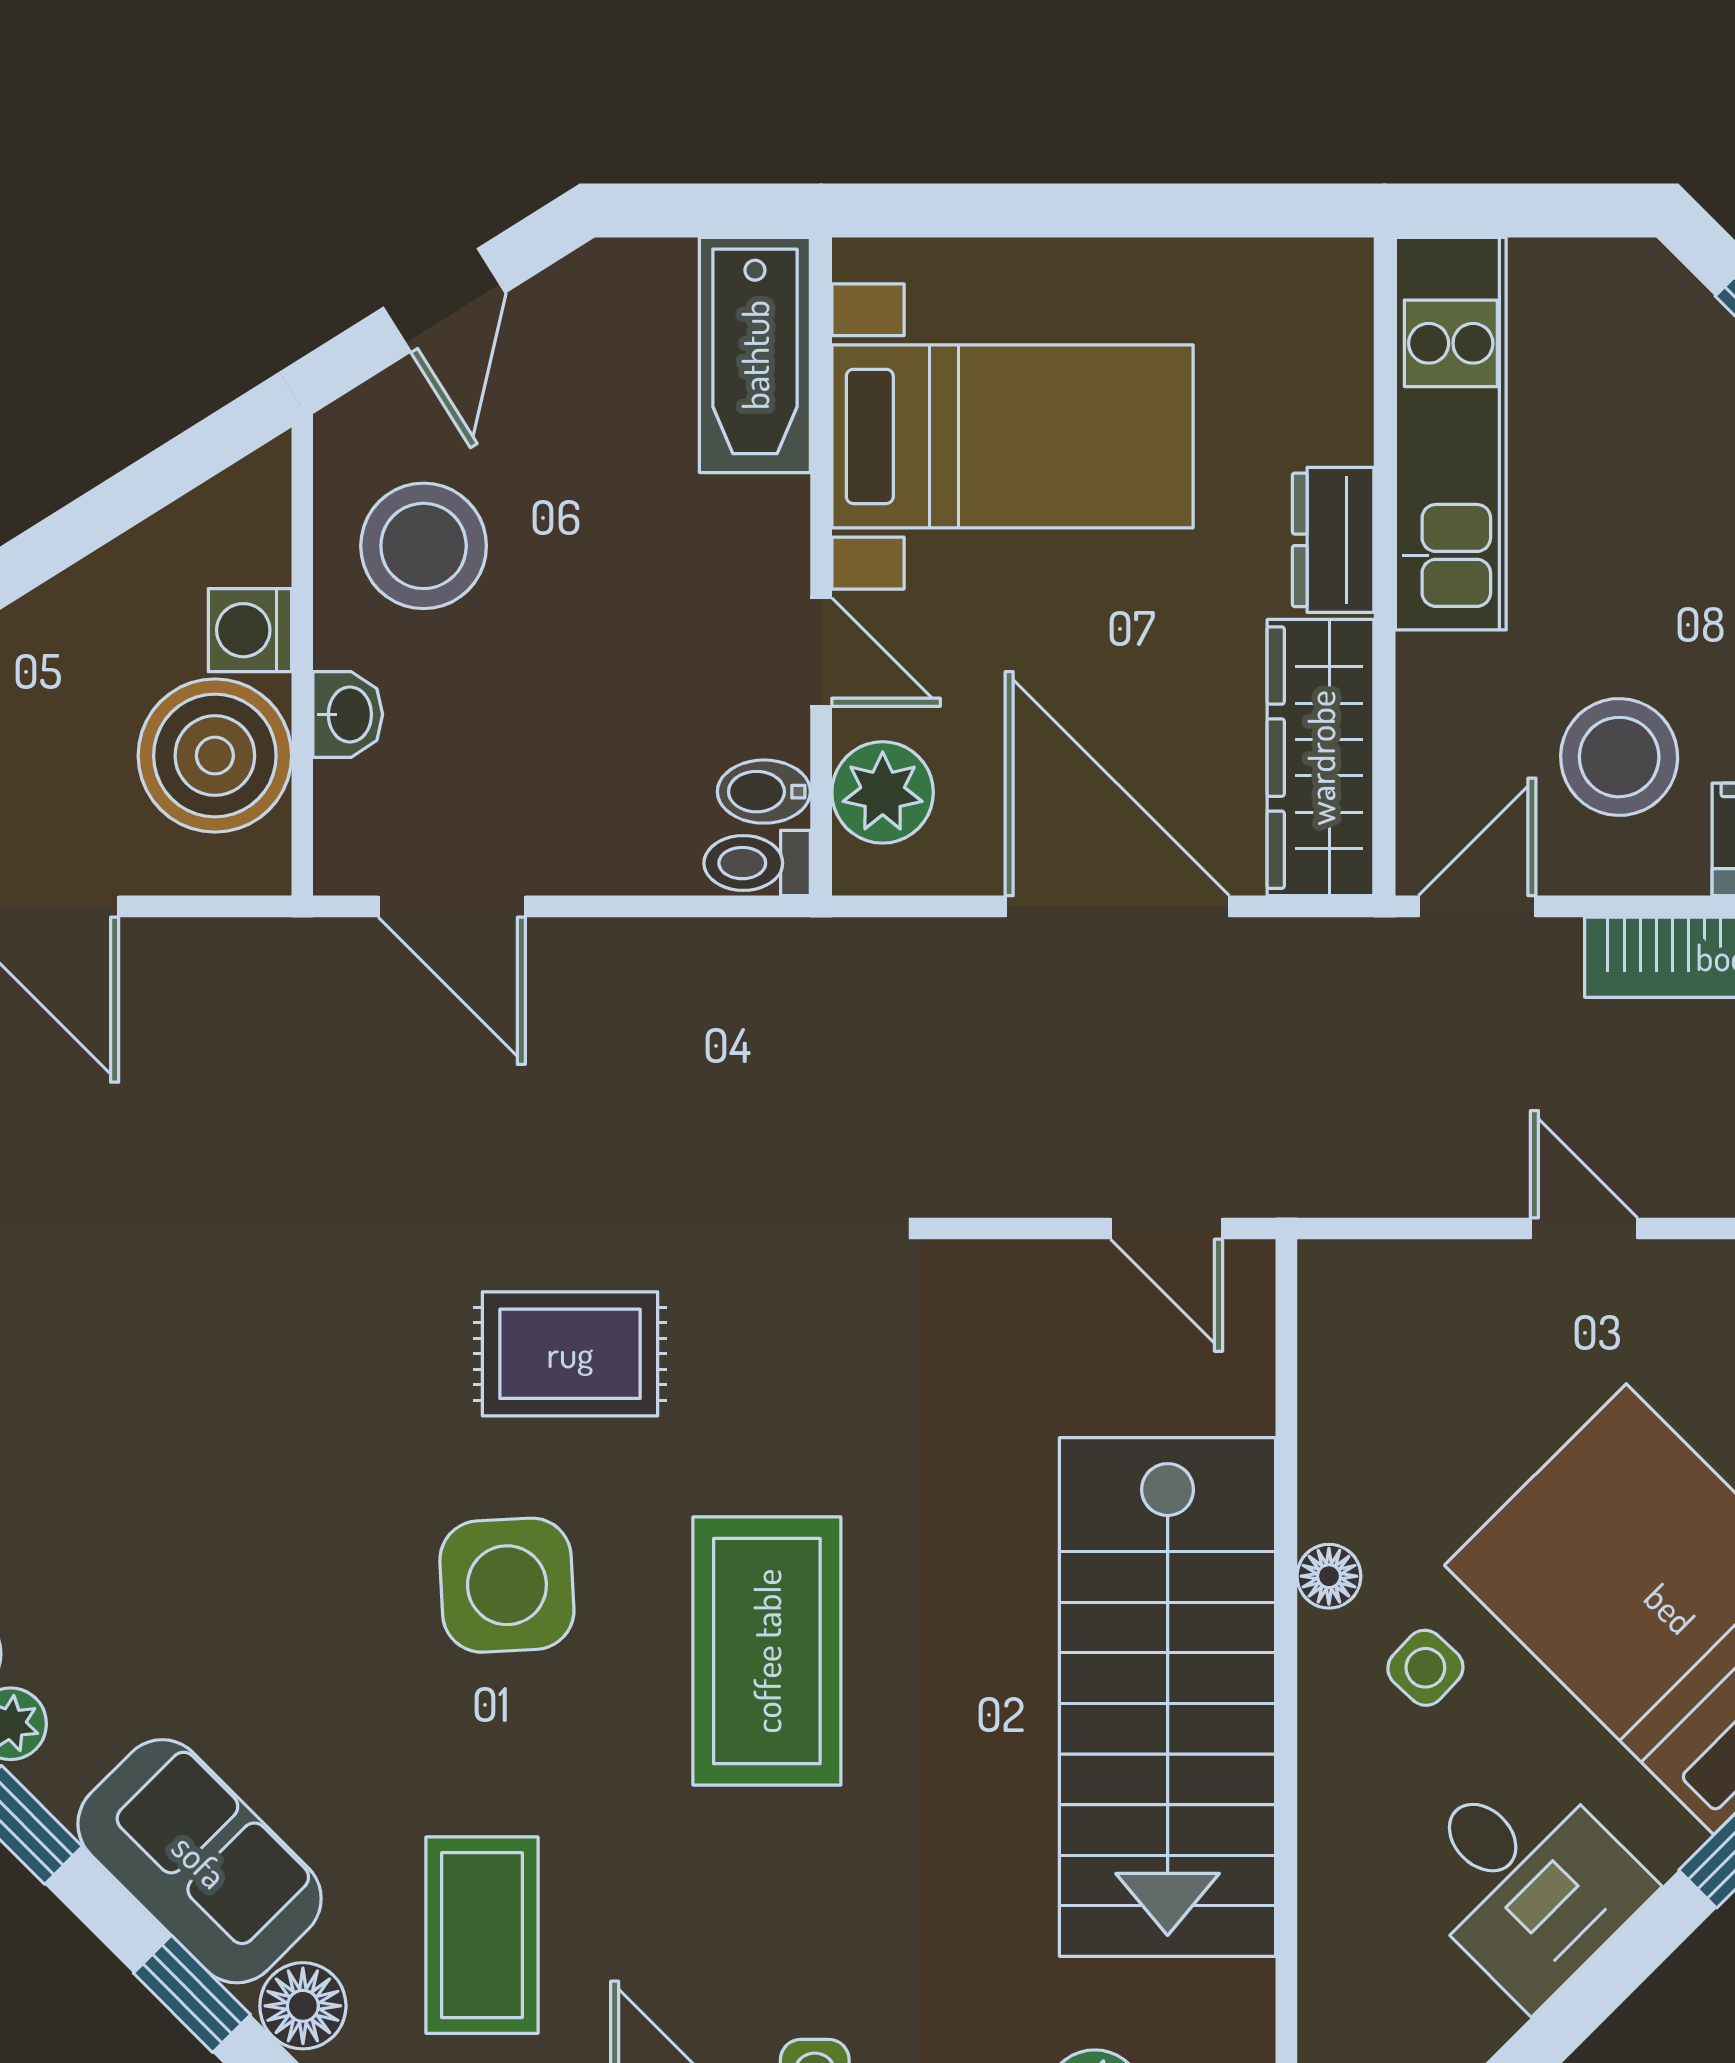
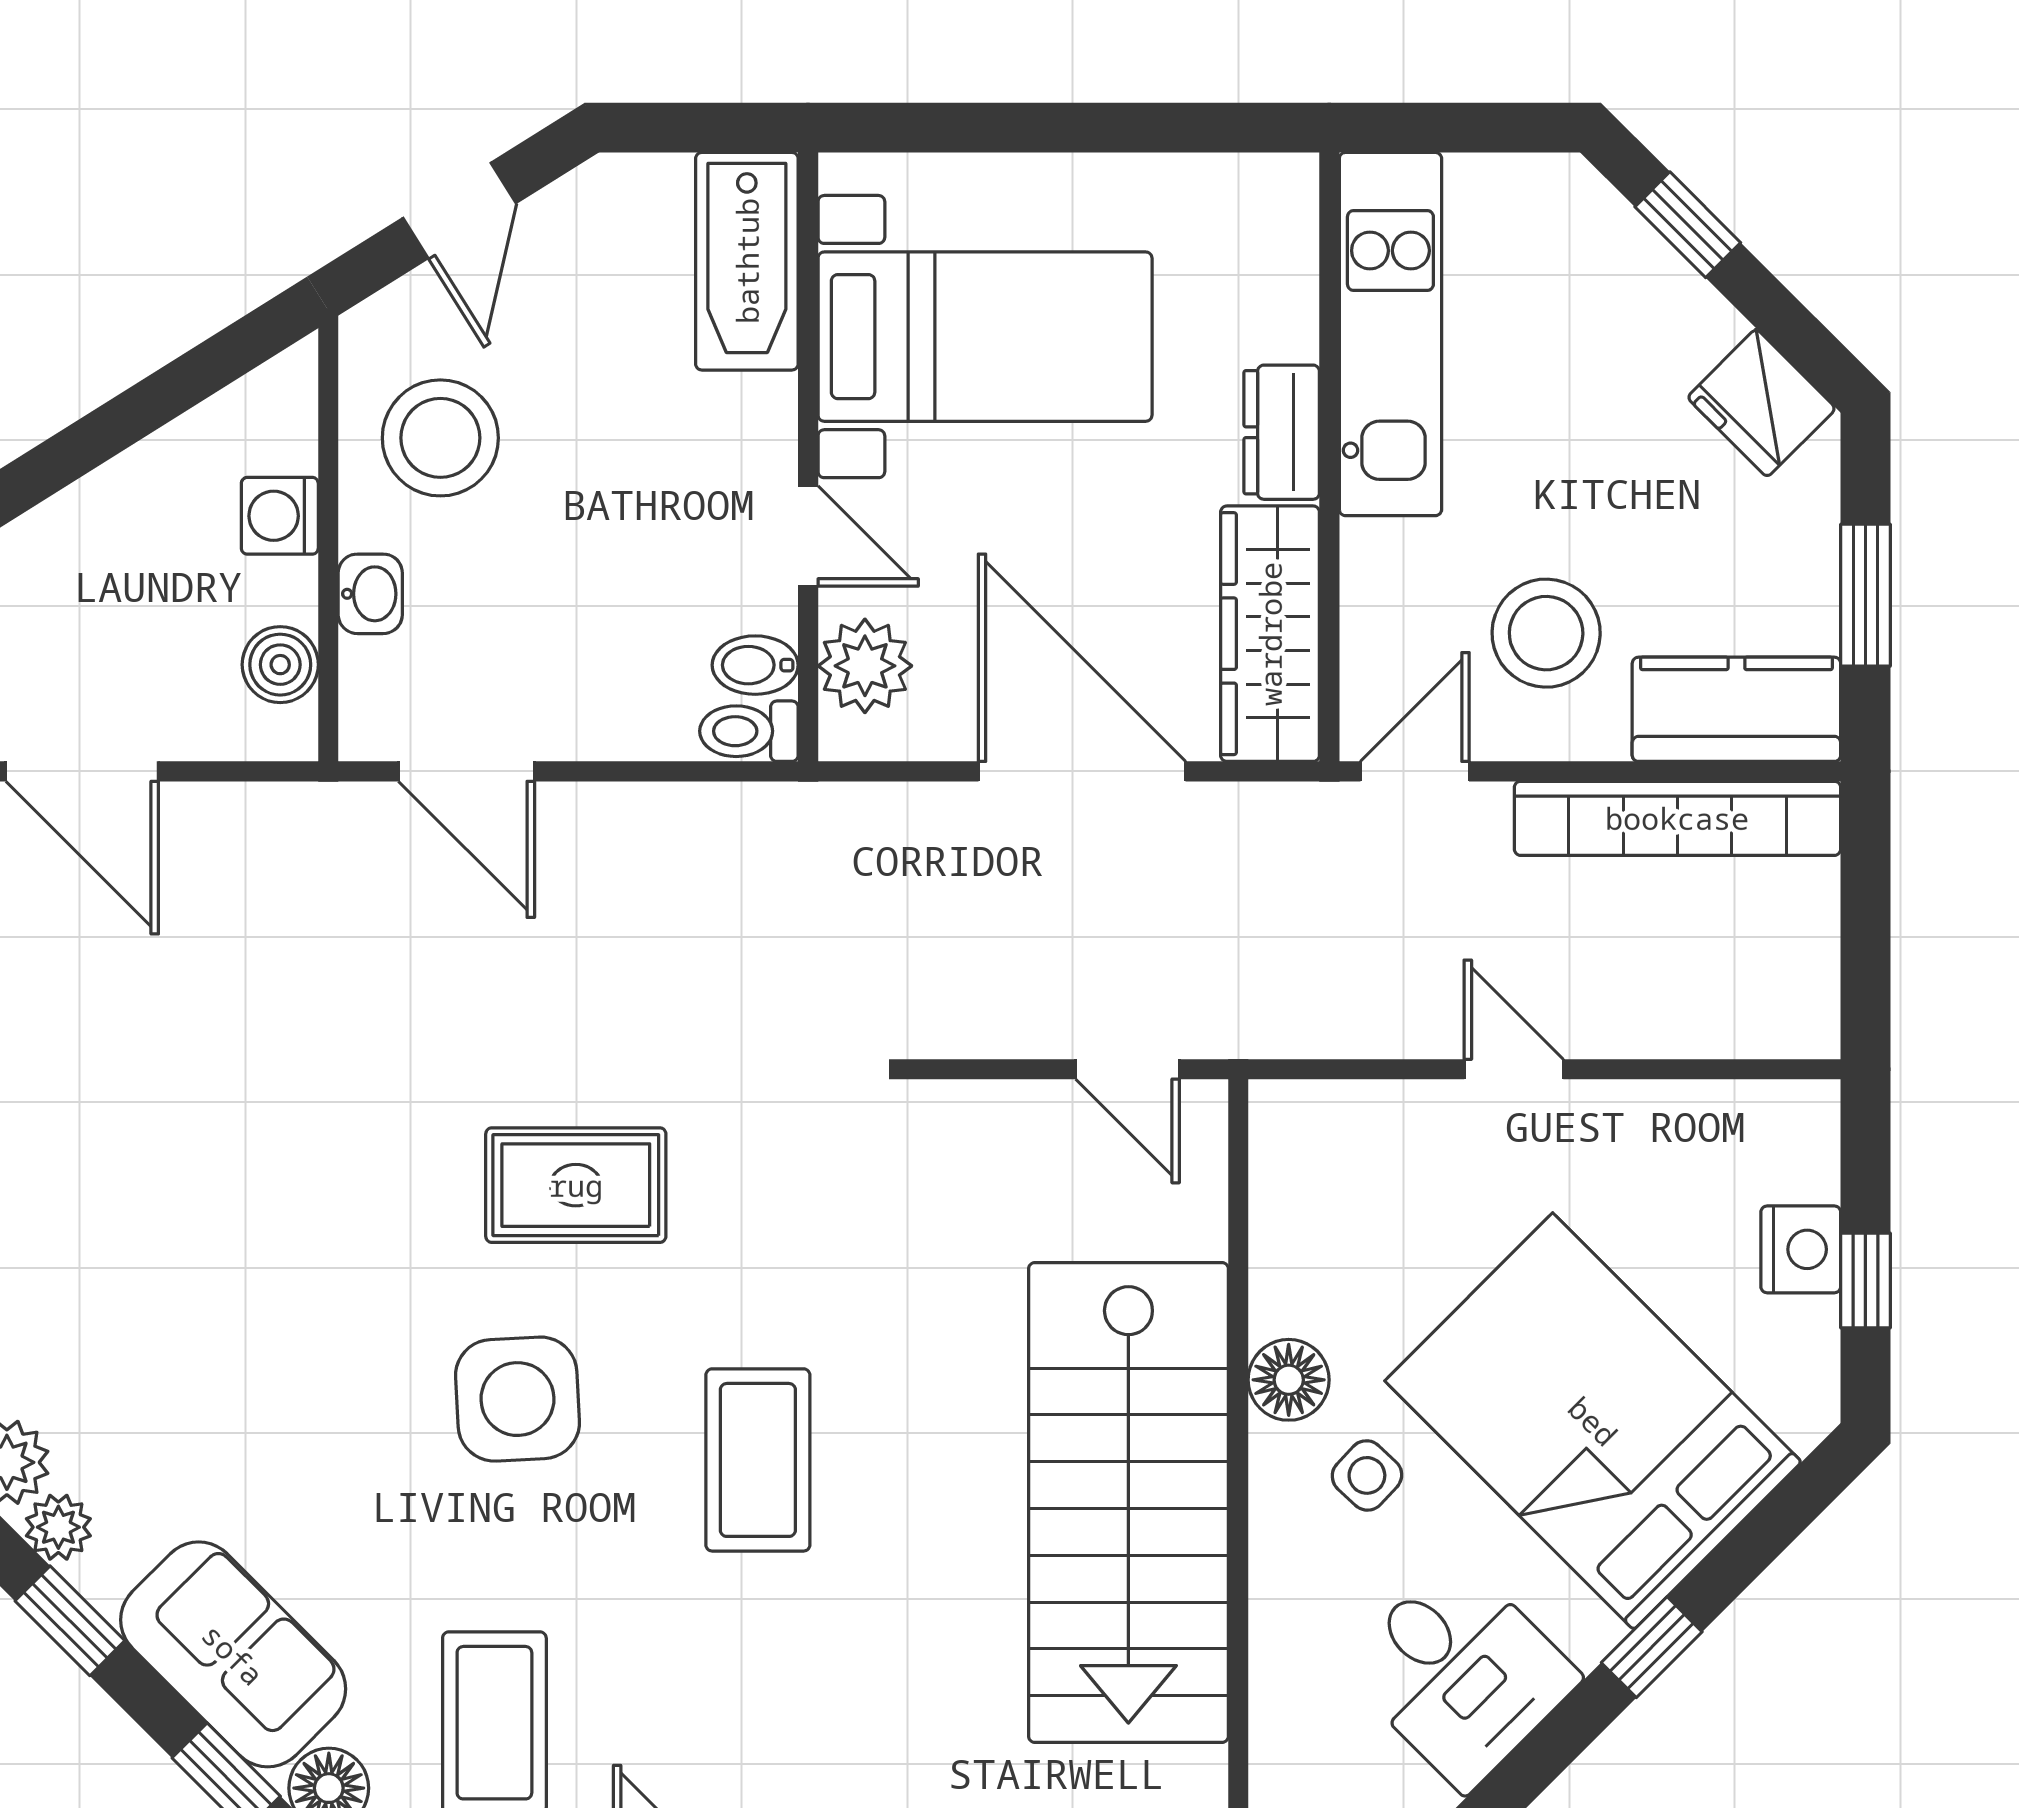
boiler: (215, 756) -> (280, 665), width x0.54, depth x0.54
floor lamp: (1329, 1576) -> (1289, 1380), width x1.37, depth x1.37
coffee table: (767, 1651) -> (758, 1460), width x0.73, depth x0.76

